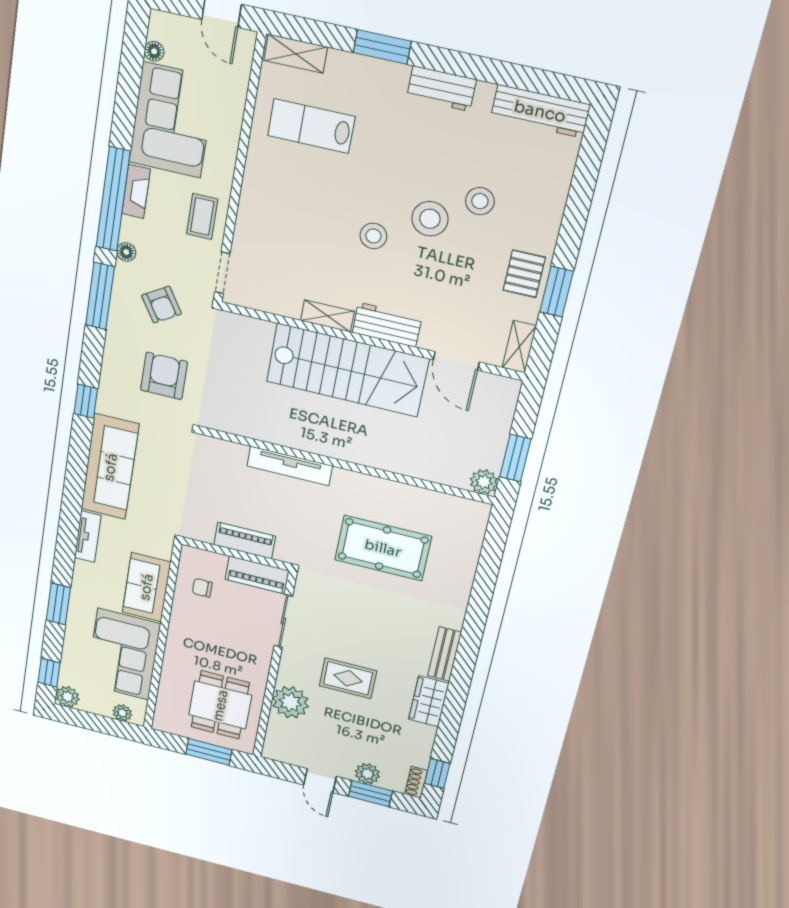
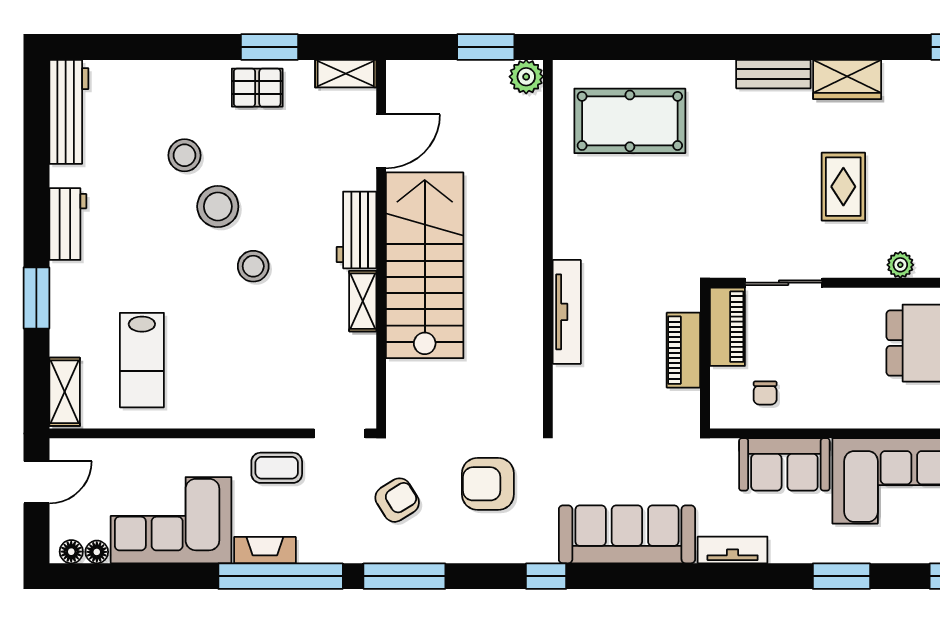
floor lamp: (126, 252) -> (71, 552), moved
pool table: (383, 548) -> (630, 121), moved, turned 90
plant: (290, 702) -> (900, 265), width x0.53, depth x0.53

